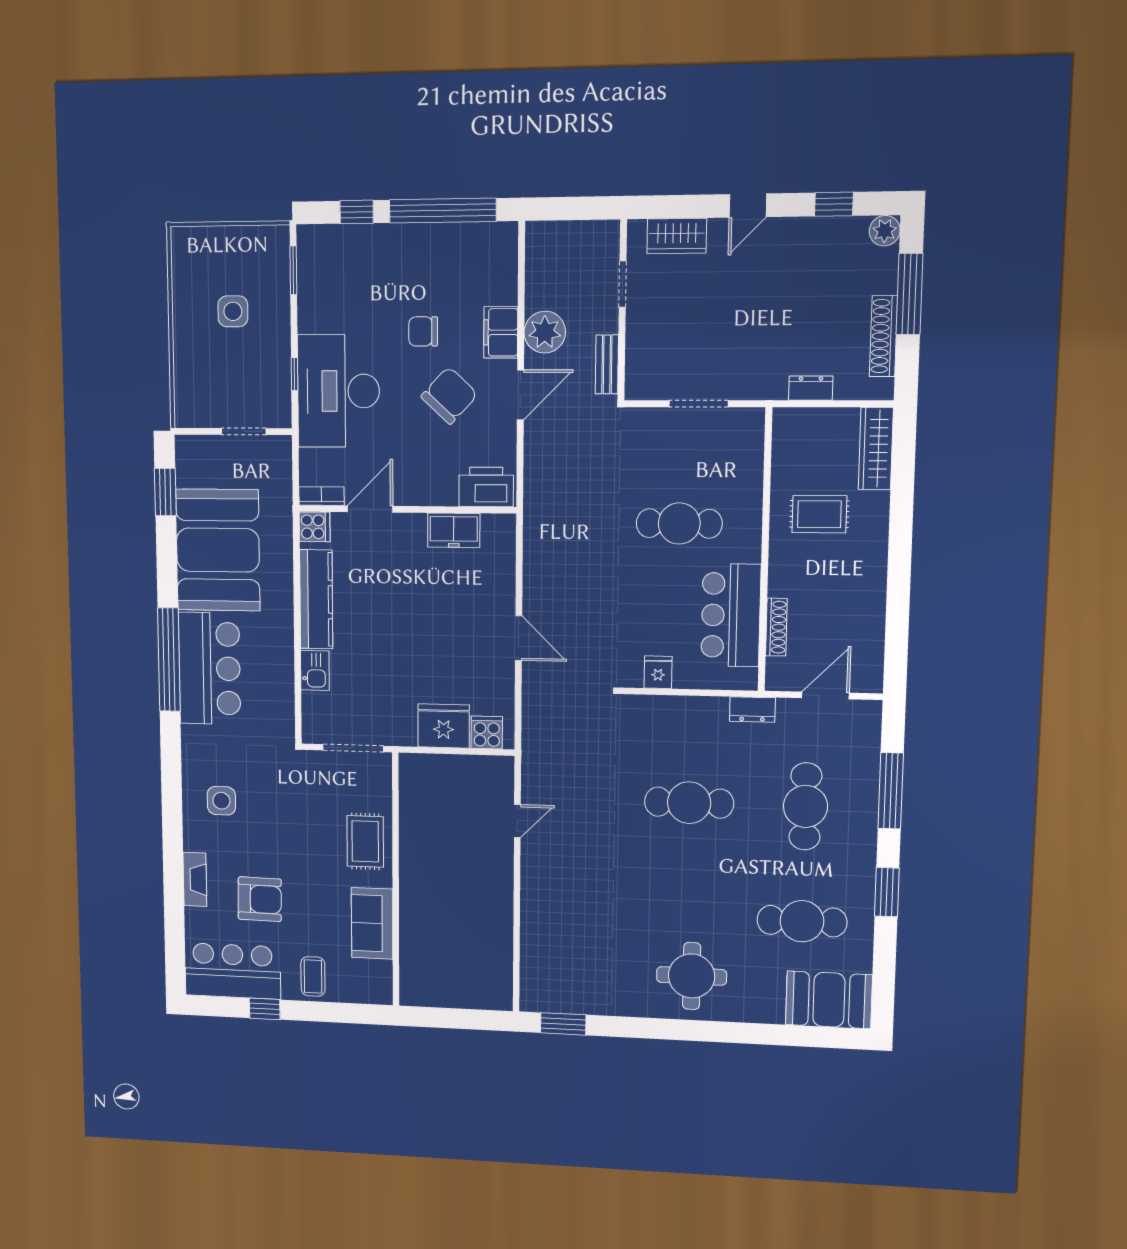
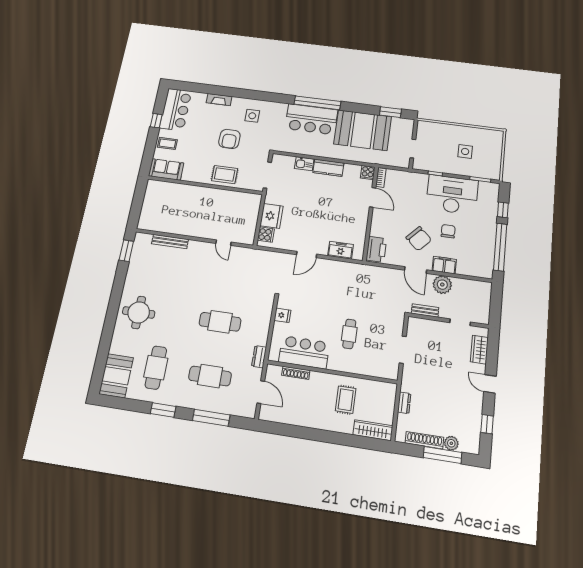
plant: (885, 231) -> (451, 443), moved
desk: (338, 391) -> (452, 195), moved
cafe table: (679, 523) -> (349, 334), width x0.73, depth x0.74
freezer: (454, 530) -> (340, 250), moved, turned 90
kitchen counter: (316, 599) -> (328, 168), width x0.67
cafe table: (689, 803) -> (220, 322), turned 90
armchair: (260, 899) -> (229, 139), moved
sofa: (372, 923) -> (166, 169), moved
bench: (531, 935) -> (170, 241), added

